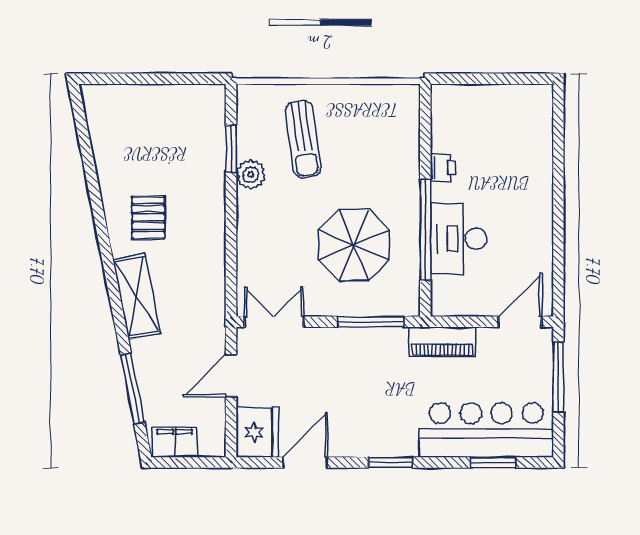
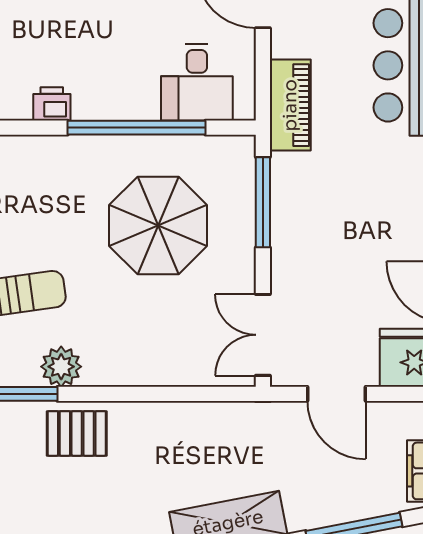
pallet: (148, 218) -> (77, 433), moved
desk: (459, 239) -> (197, 82), moved, width x0.73

